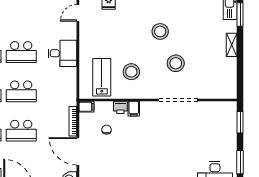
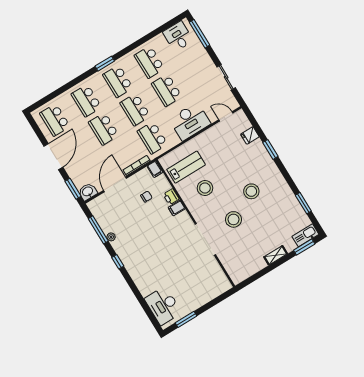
desk: (62, 53) -> (190, 121), width x1.37
school desk: (56, 91) -> (152, 138), added
window: (240, 122) -> (218, 300), removed

